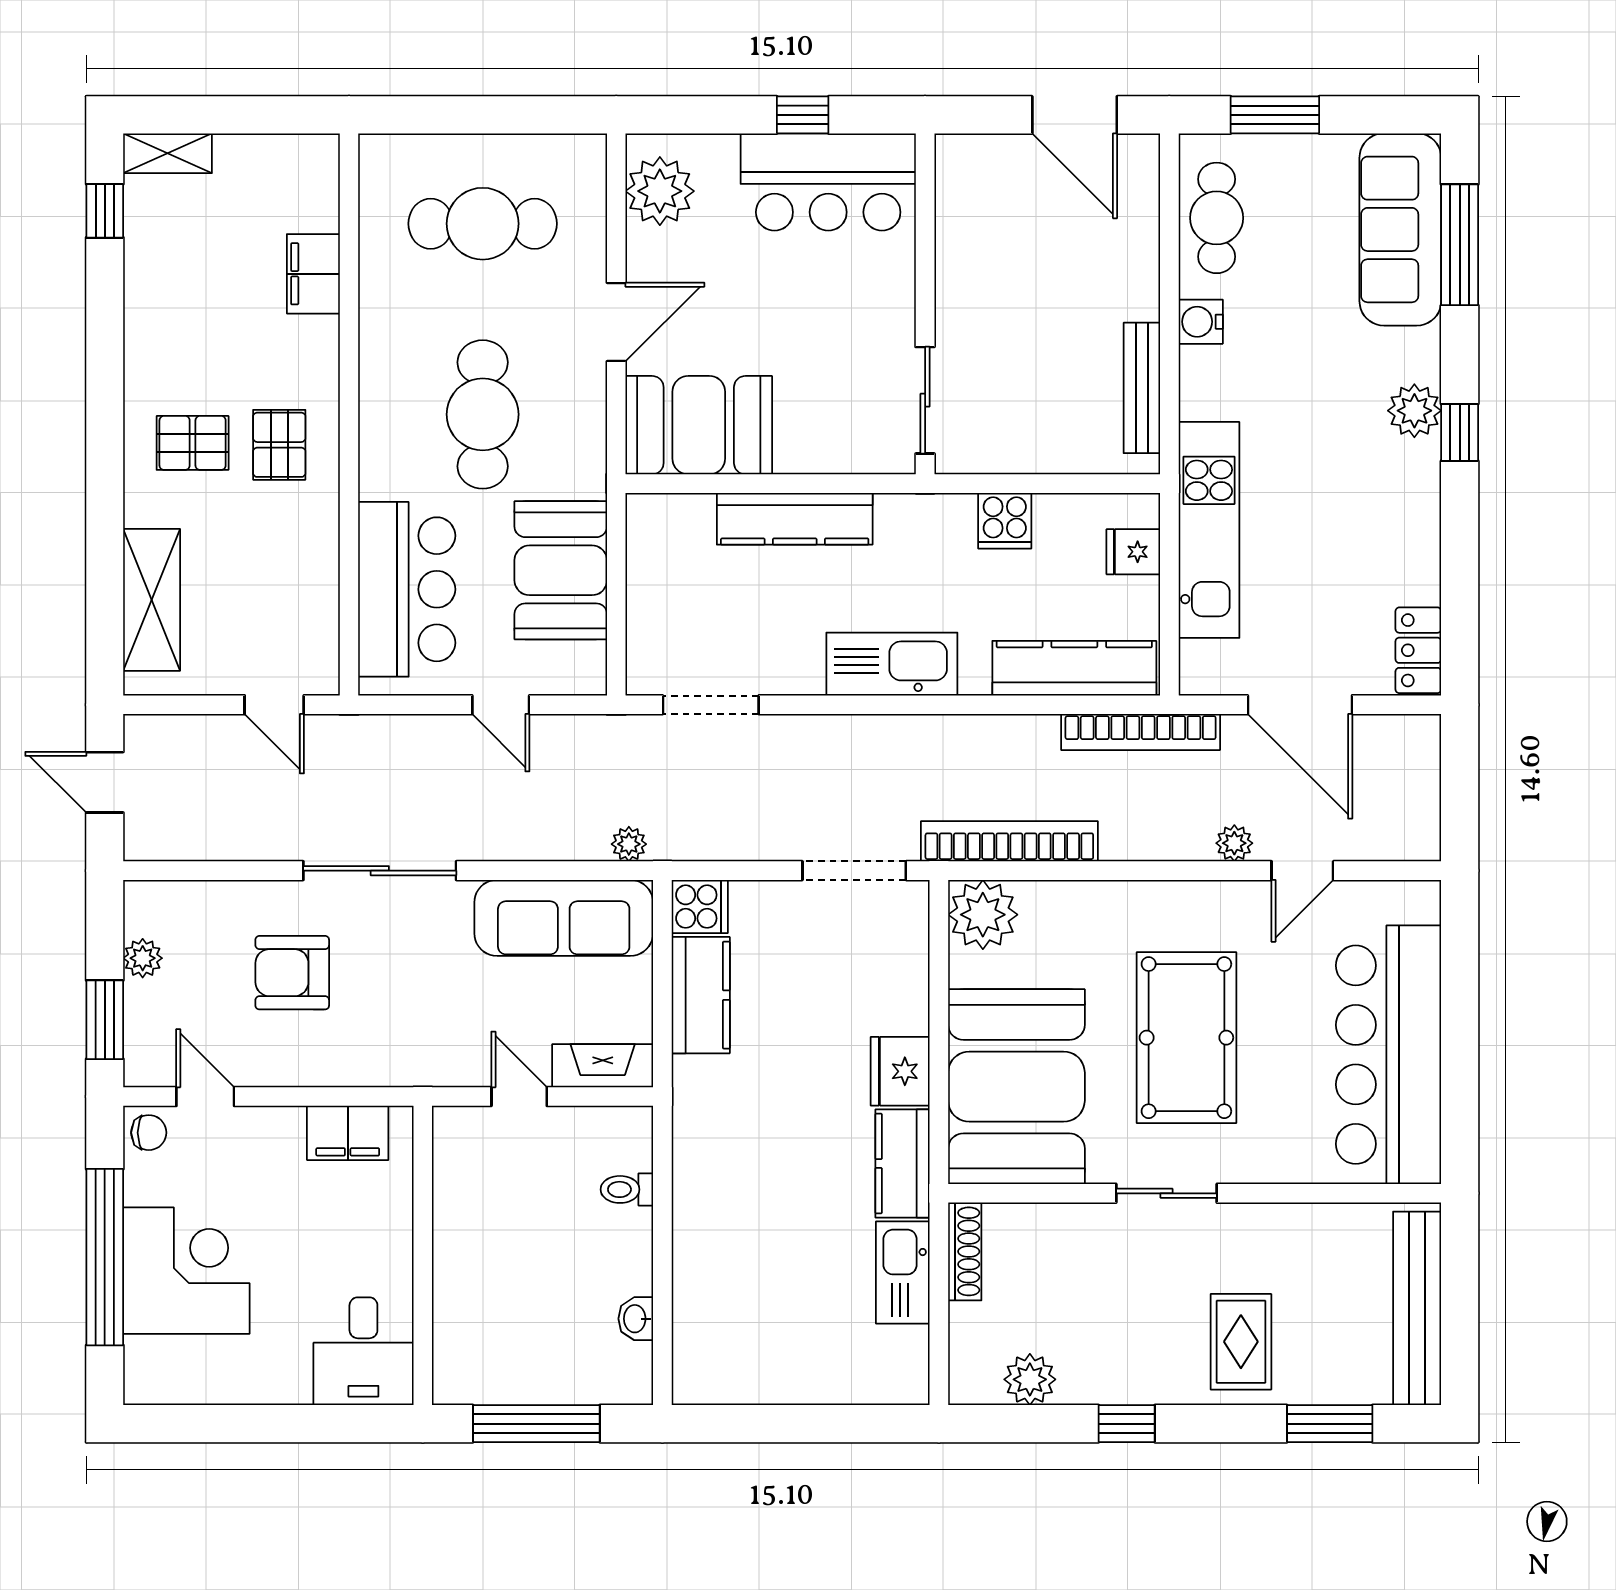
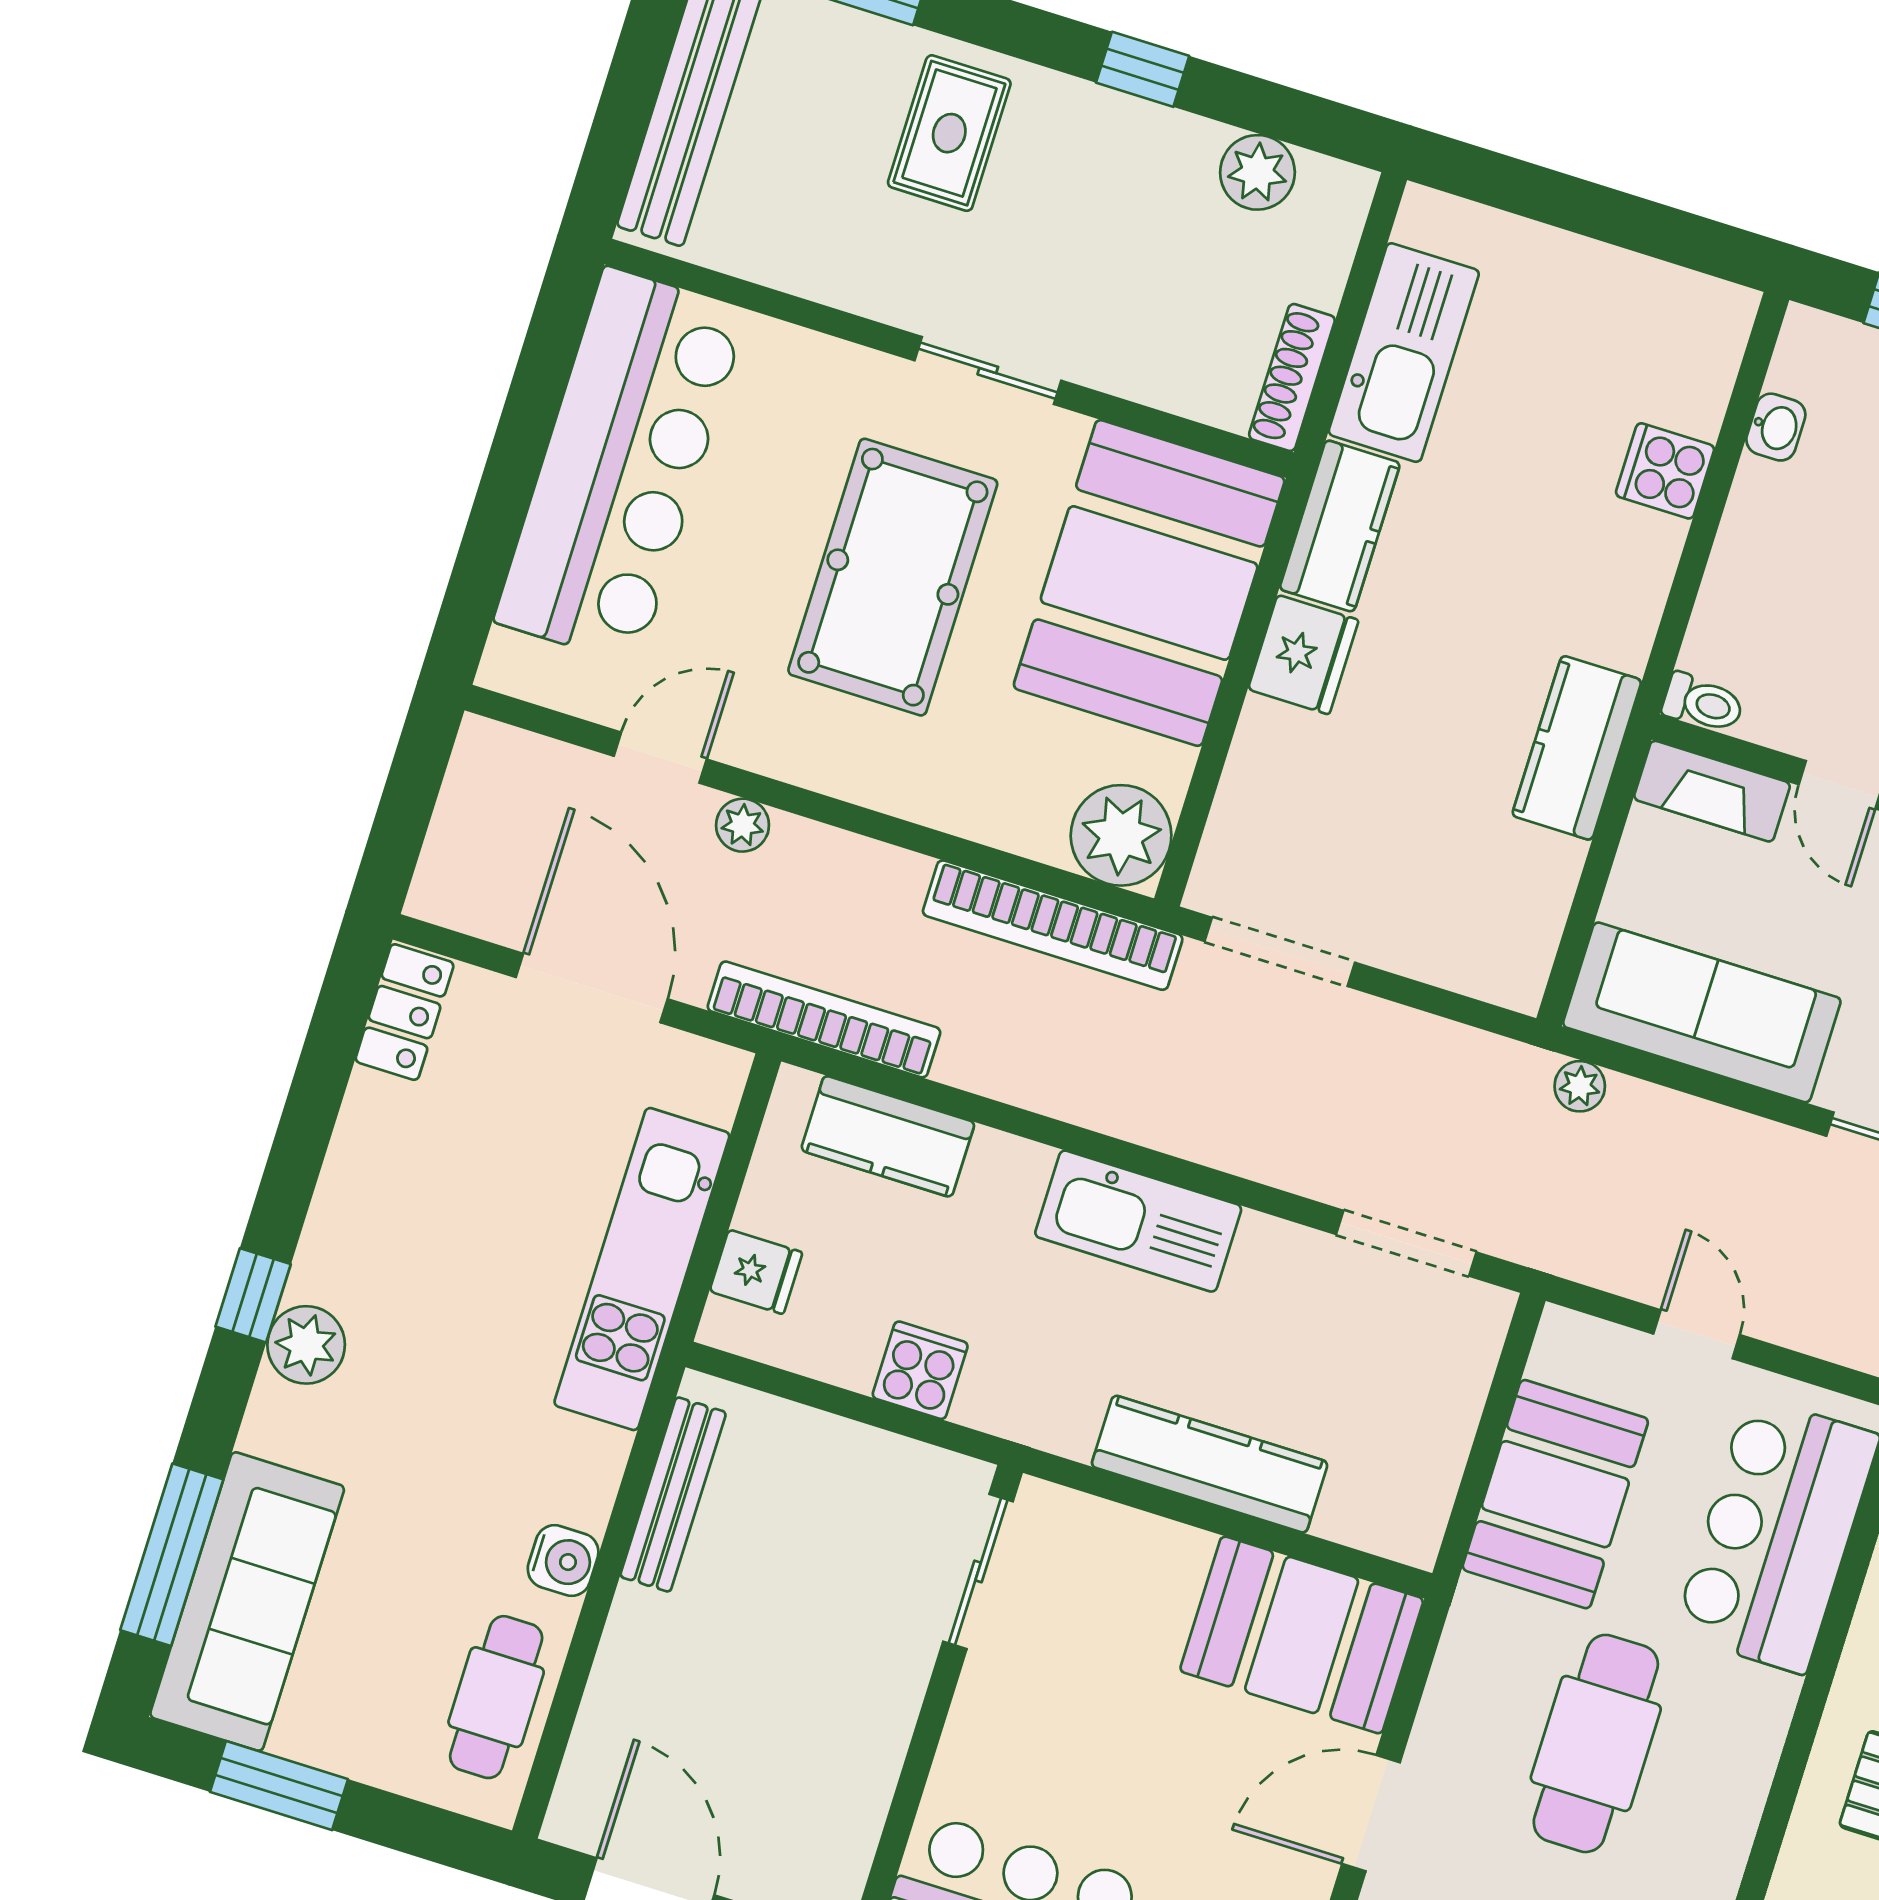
window: (1275, 115) -> (279, 1786), moved
kitchen counter: (1074, 668) -> (888, 1136), width x0.67
cooker: (700, 907) -> (1665, 471), moved
kitchen counter: (701, 995) -> (1577, 748), moved
toilet: (627, 1189) -> (1703, 703), moved
kitchen sink: (903, 1272) -> (1404, 353), width x1.36, depth x1.24

